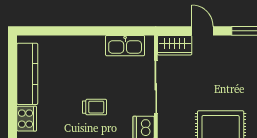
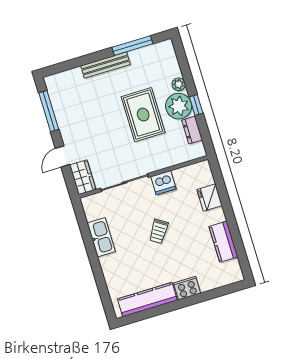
kitchen sink: (125, 46) -> (101, 237), moved
trolley: (95, 107) -> (159, 231), turned -147

